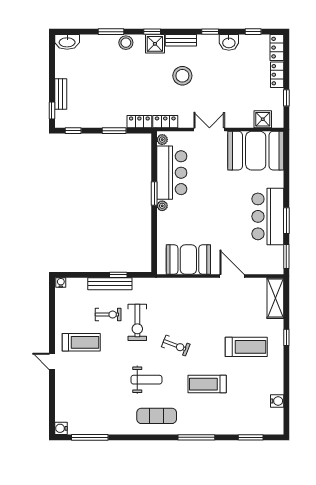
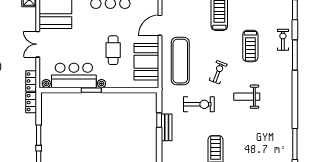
window: (114, 131) -> (39, 135), moved
cafe table: (202, 220) -> (113, 50), added
bench: (110, 284) -> (167, 127), width x0.73
exercise bike: (108, 315) -> (283, 40), moved
weight bench: (146, 380) -> (247, 97), turned -90
exercise mat: (157, 416) -> (180, 61), moved, width x1.36, depth x1.45

